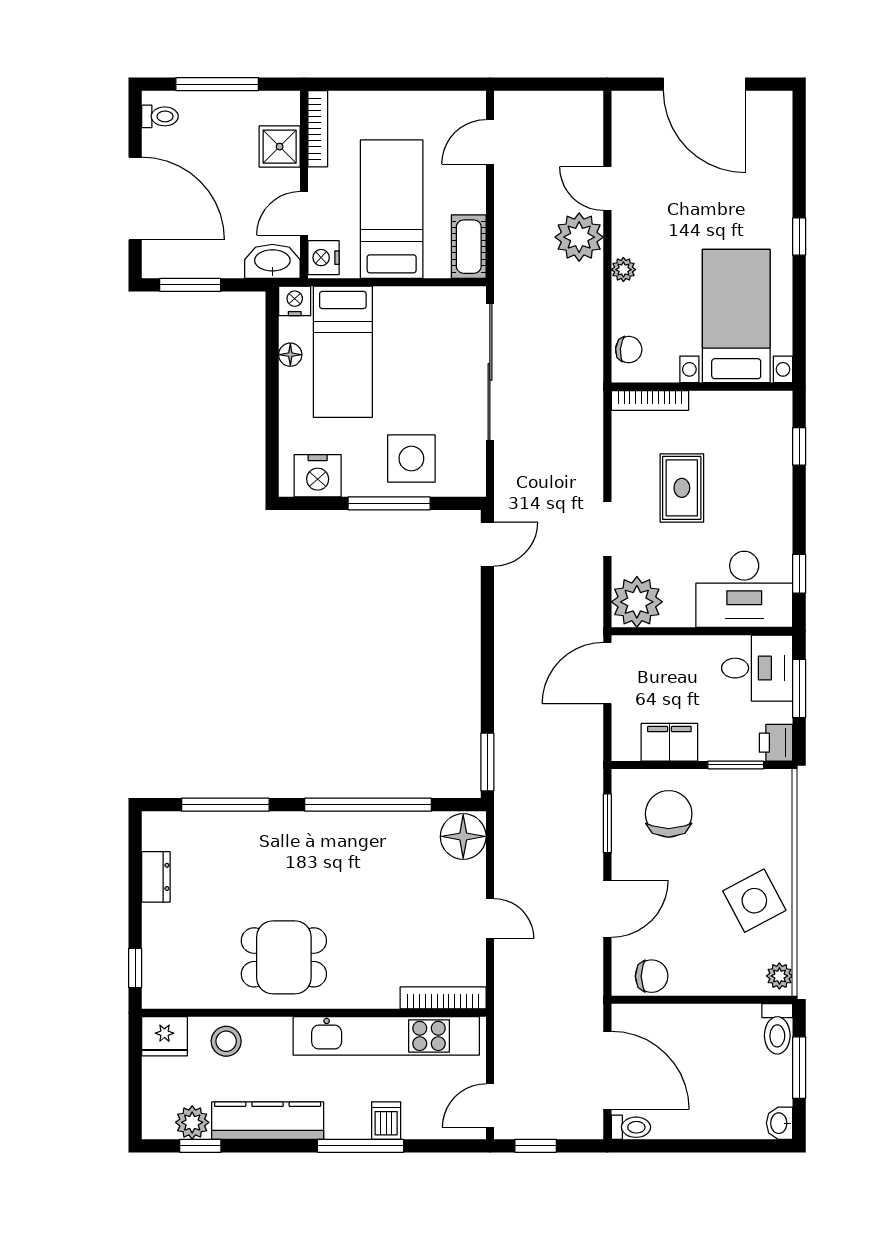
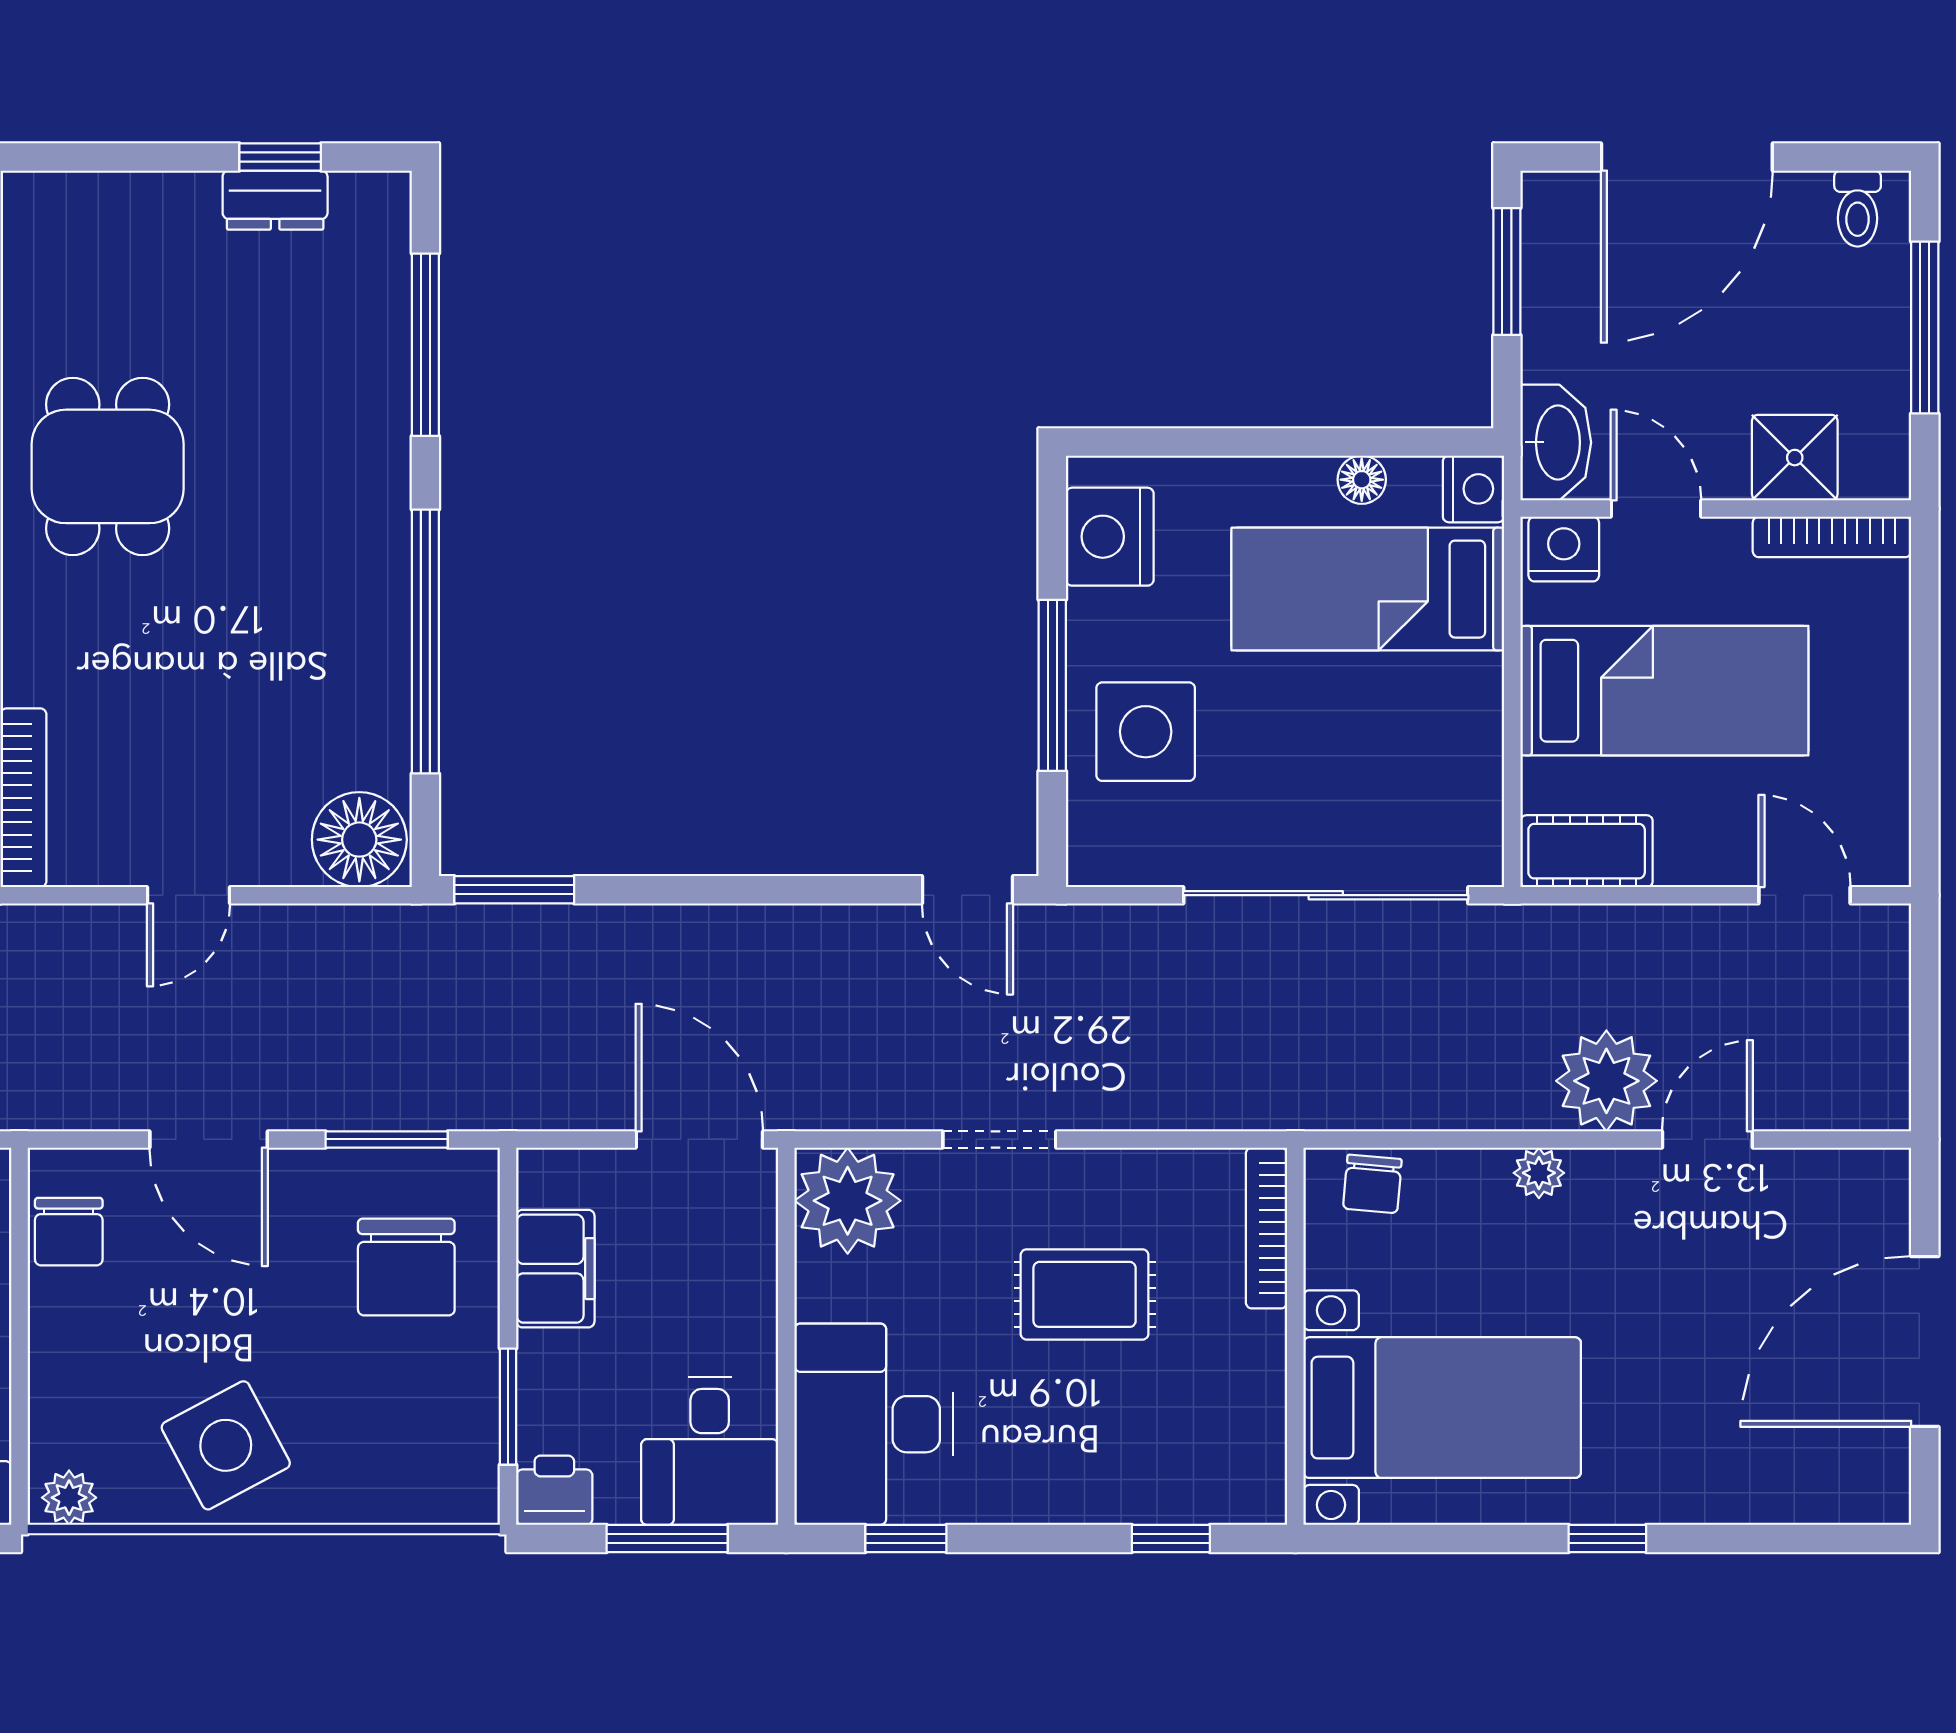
chair: (669, 814) -> (406, 1267), turned 90
window: (135, 968) -> (280, 157), moved

